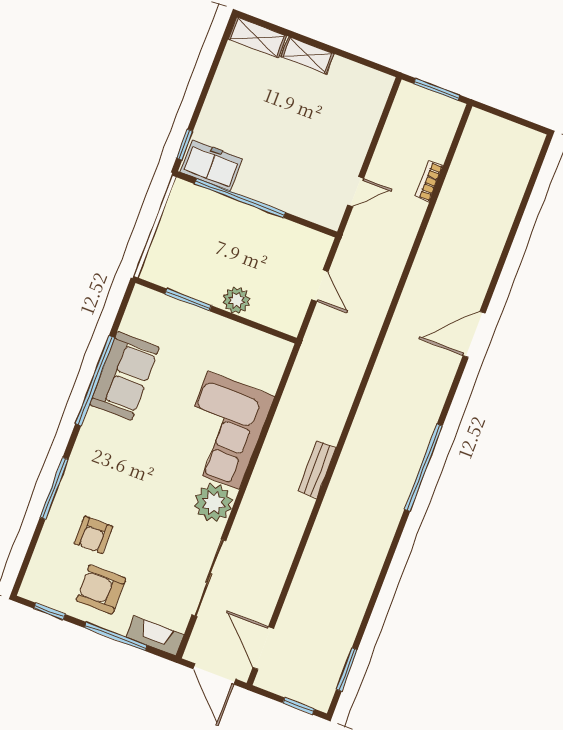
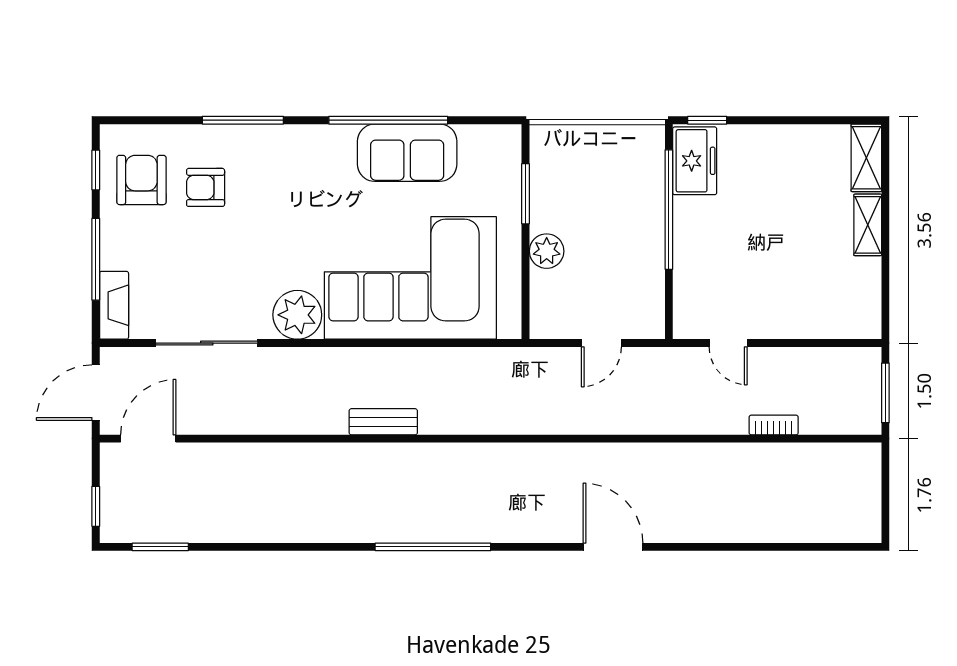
corner sofa: (224, 430) -> (410, 278), width x1.36, depth x1.36
armchair: (101, 589) -> (141, 180), moved

